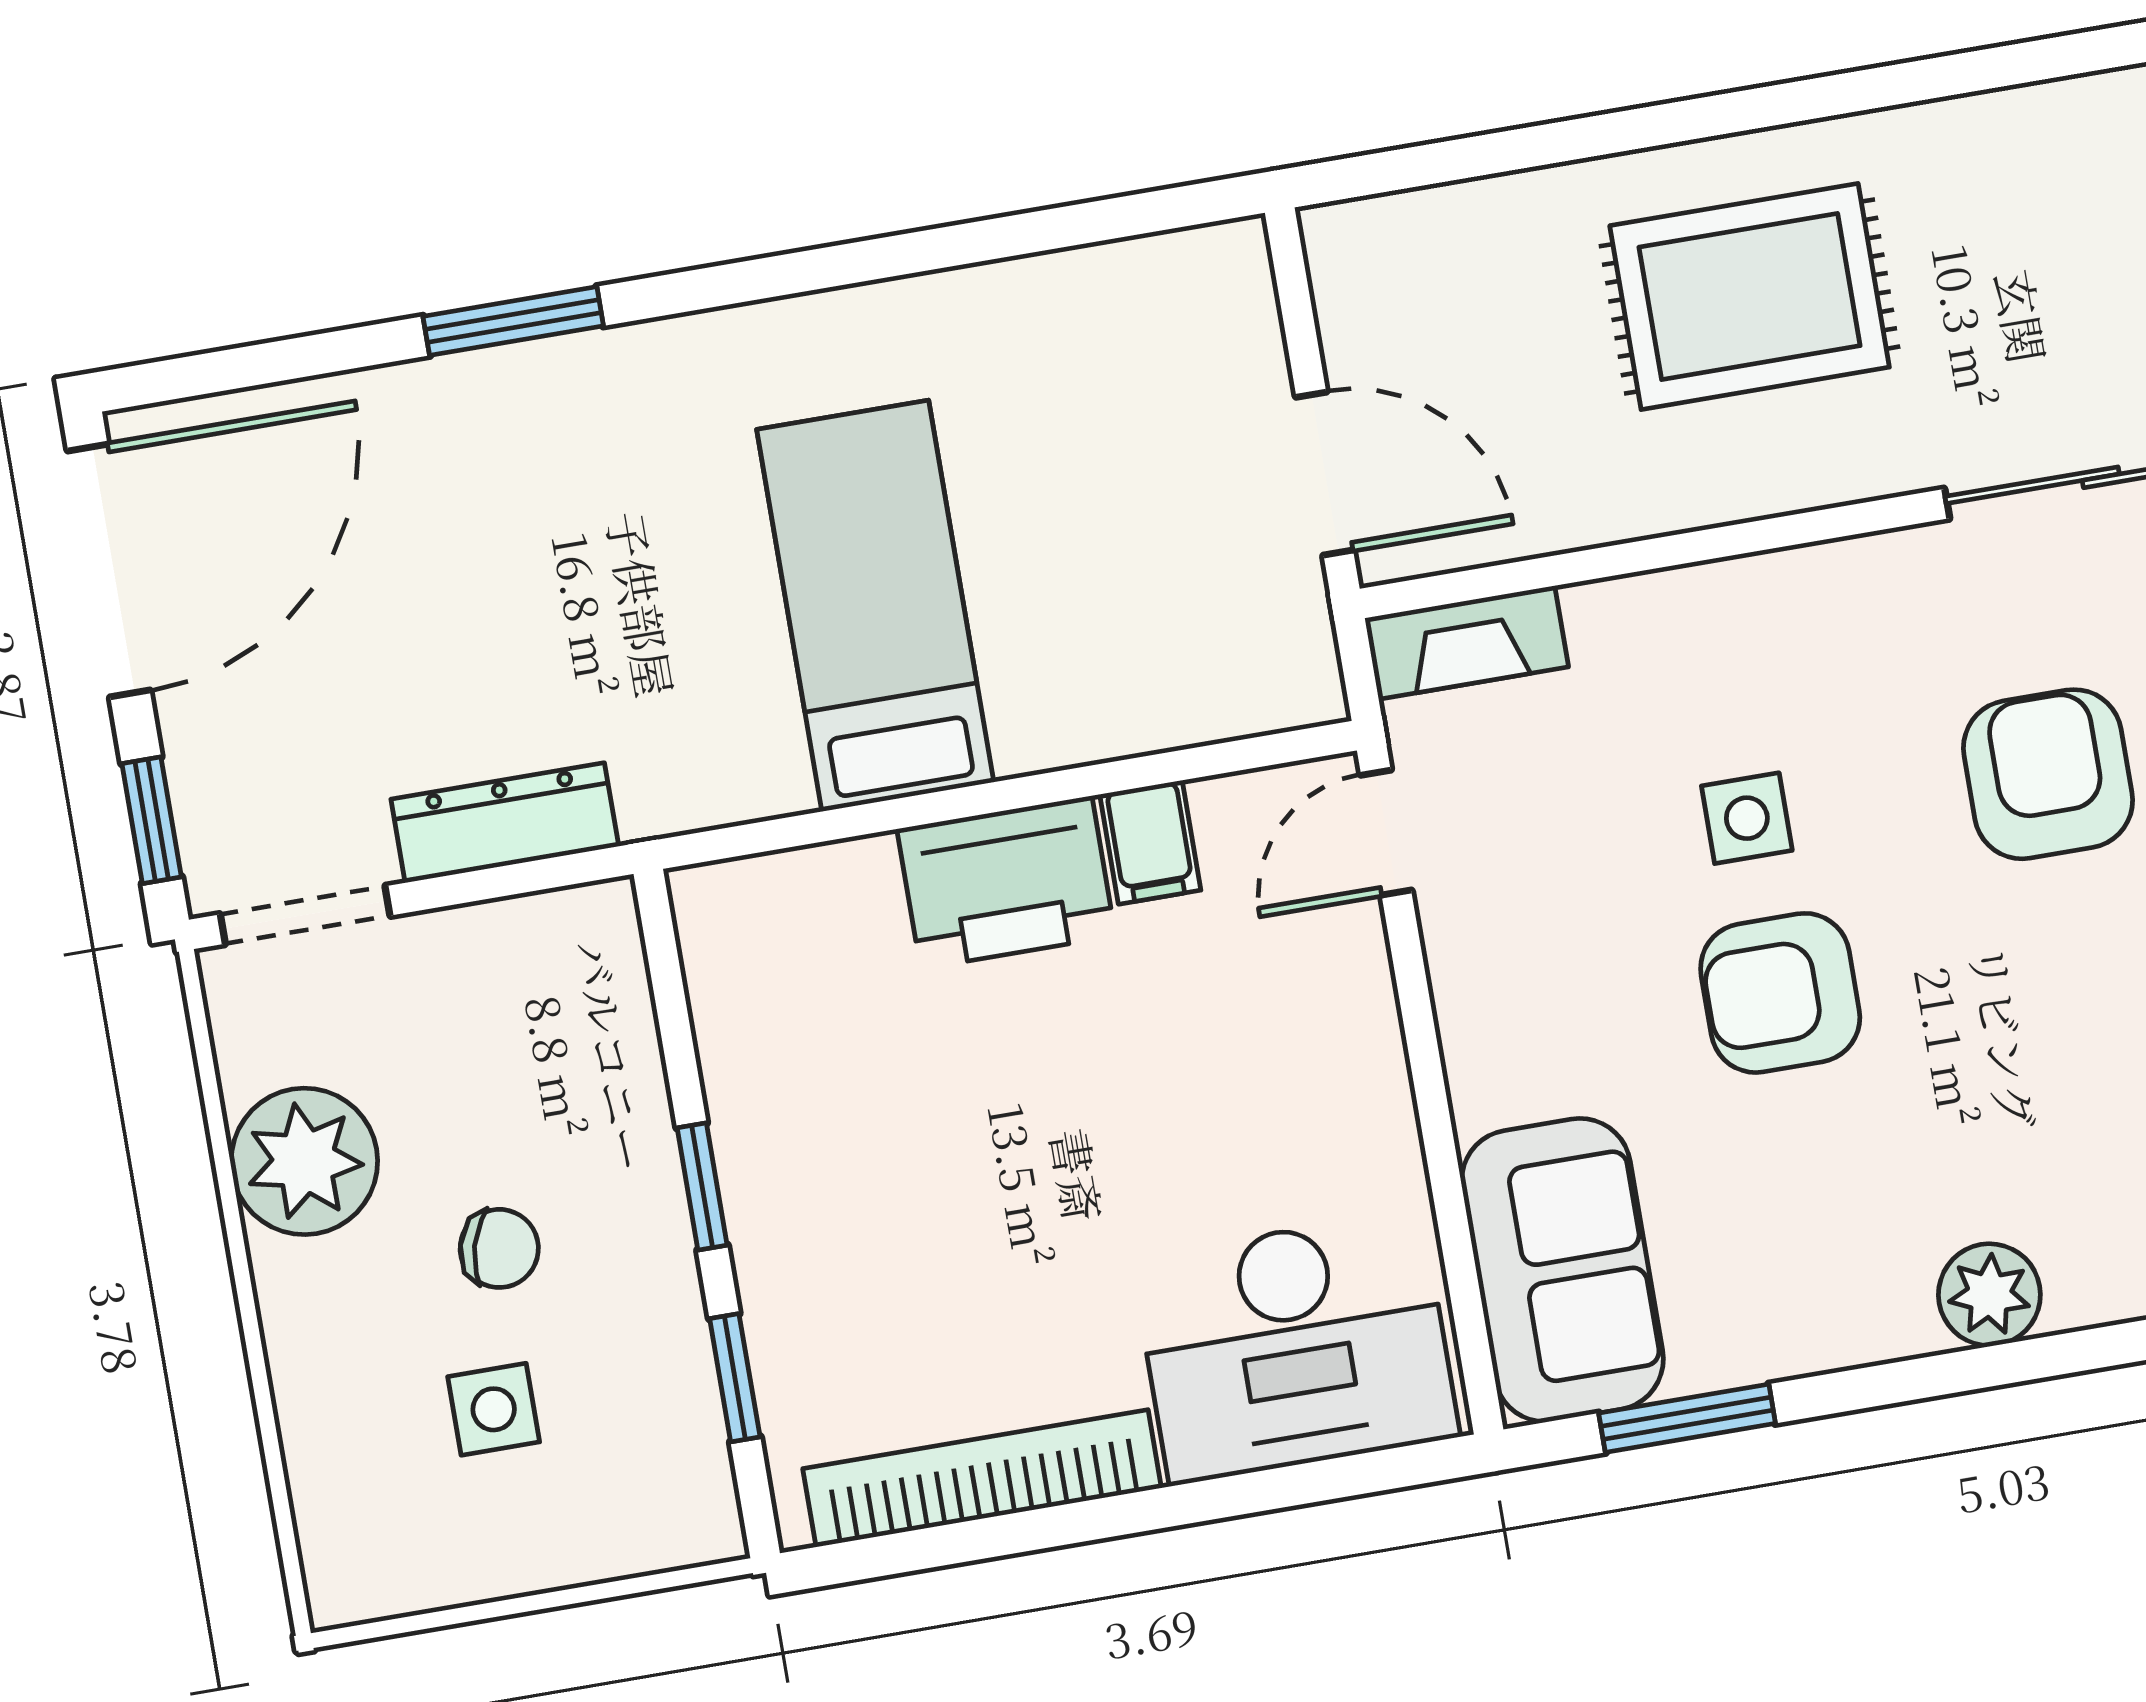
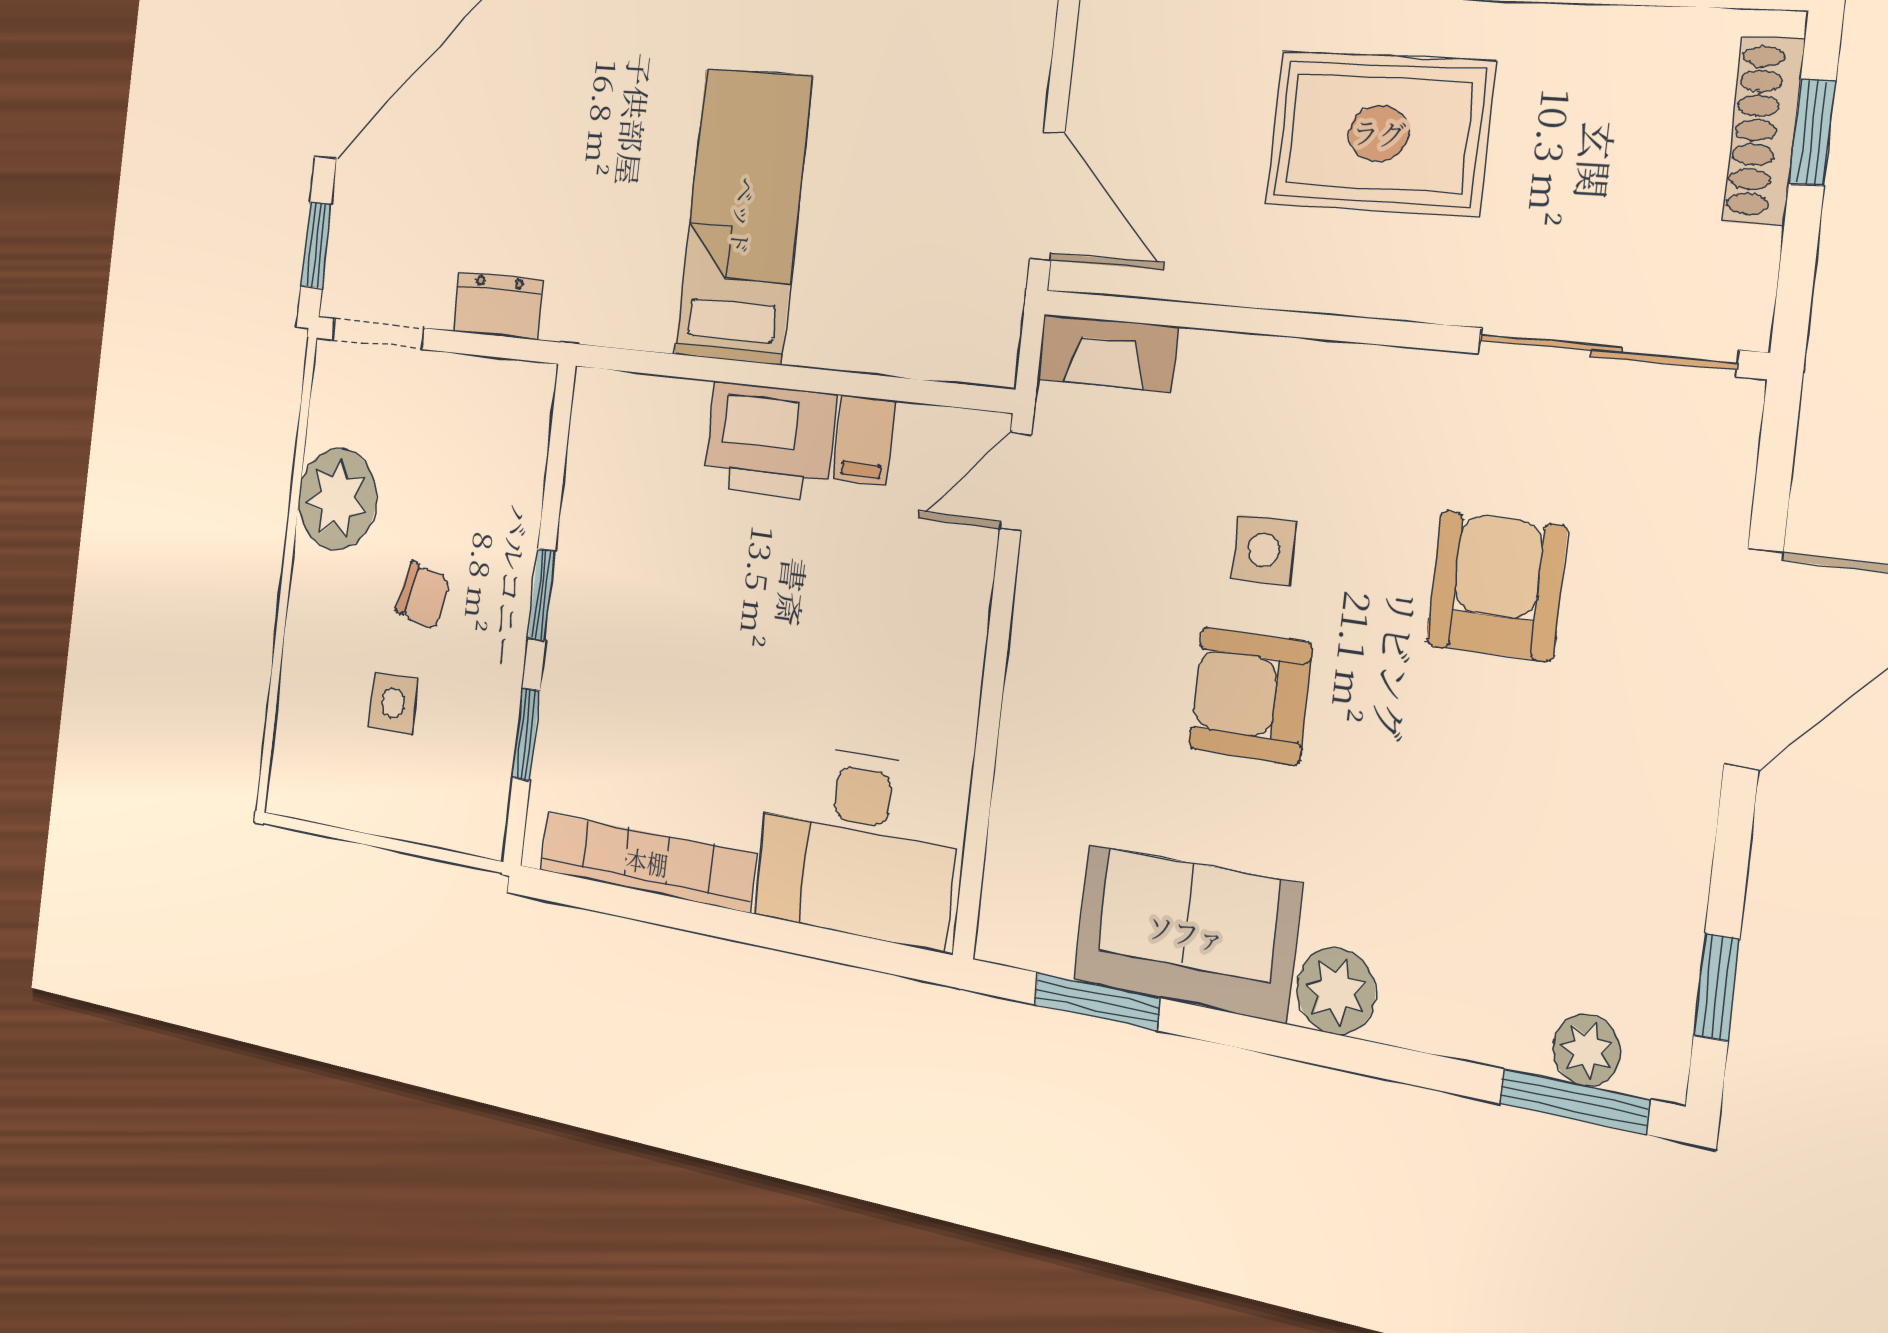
dresser: (505, 823) -> (498, 305), width x0.70
sofa: (1562, 1270) -> (1186, 933), moved, turned -90

